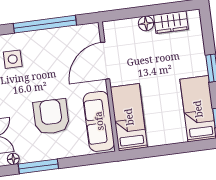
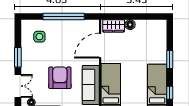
wardrobe: (171, 22) -> (114, 26), moved

